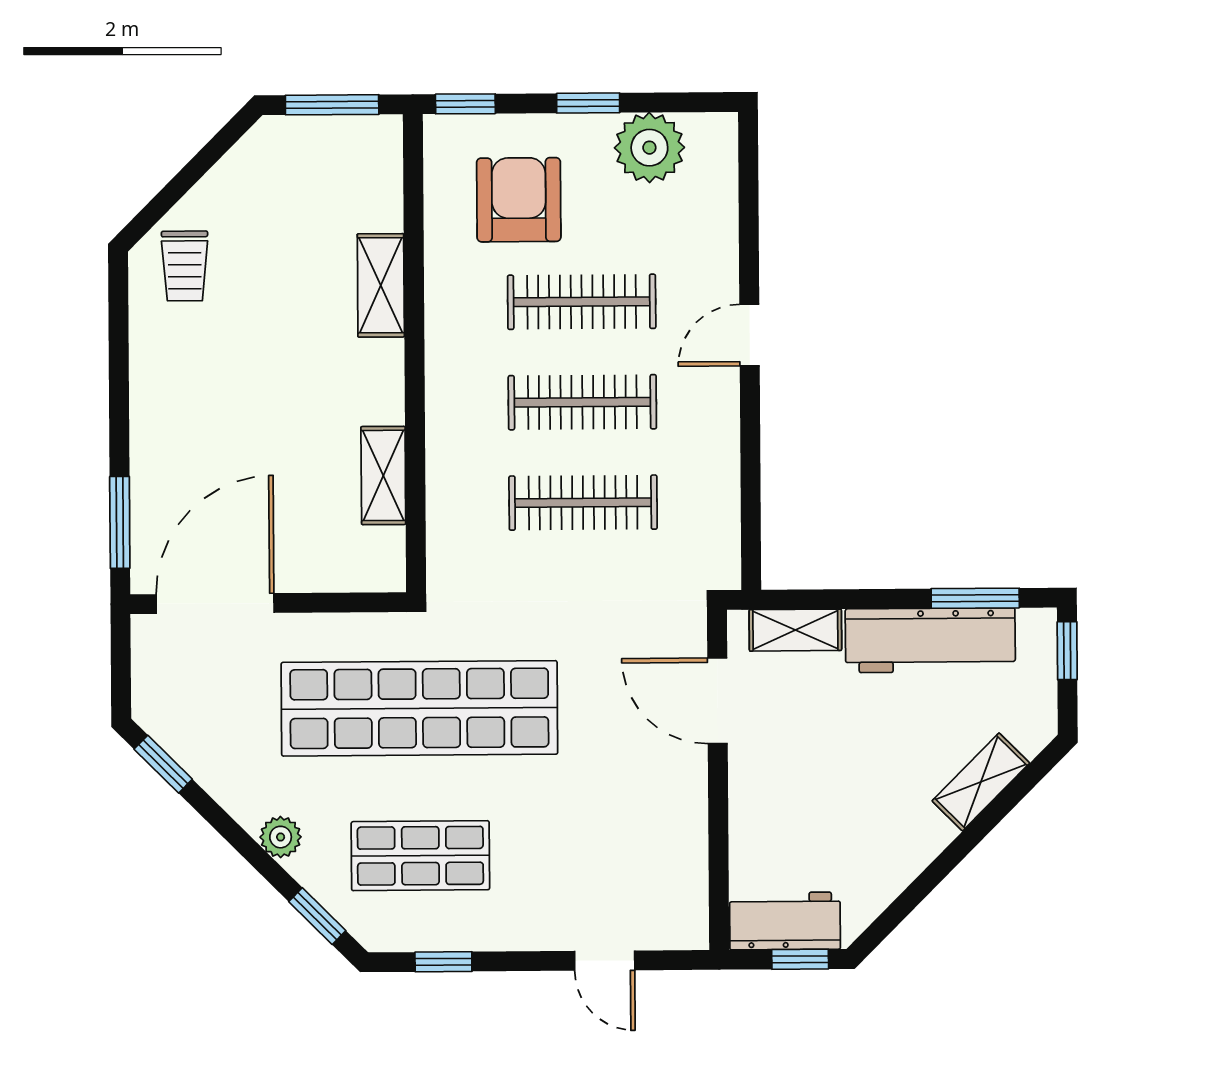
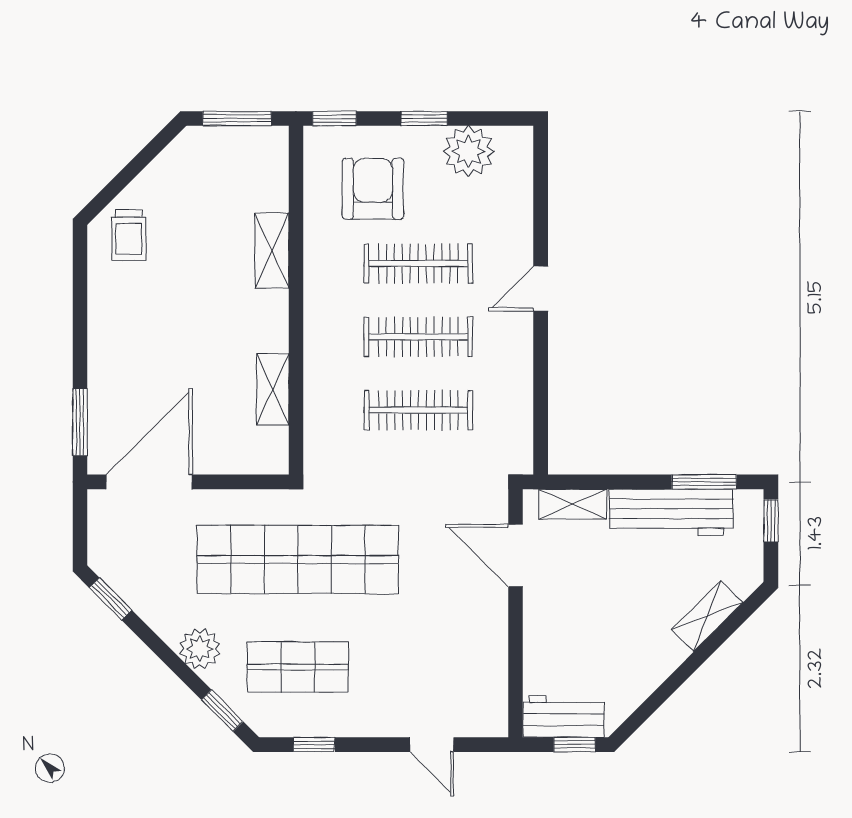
plant: (281, 837) -> (200, 649), width x1.38, depth x1.38

